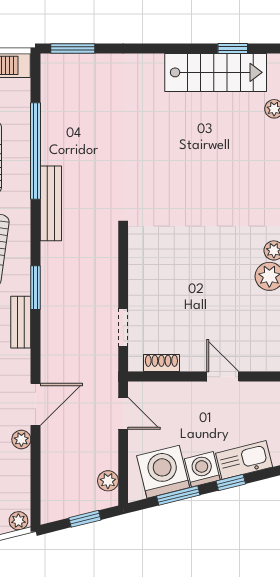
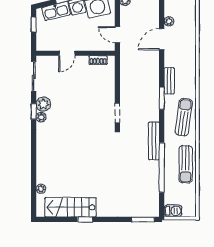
window: (233, 48) -> (85, 219), moved
doorway: (123, 328) -> (117, 113), moved
door: (223, 377) -> (67, 53), hinge flipped

